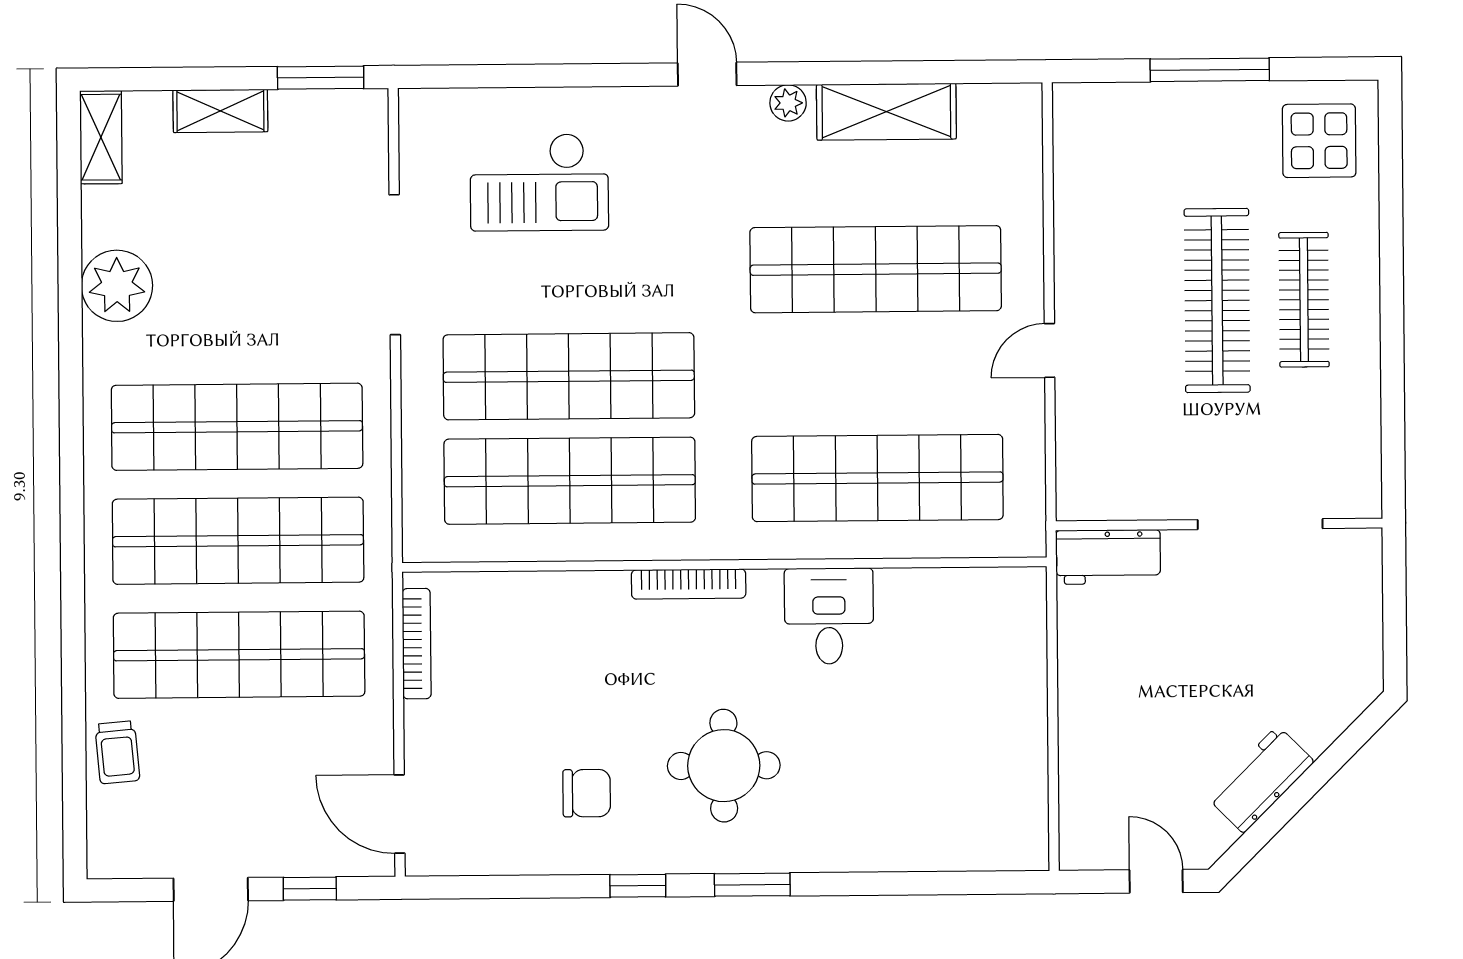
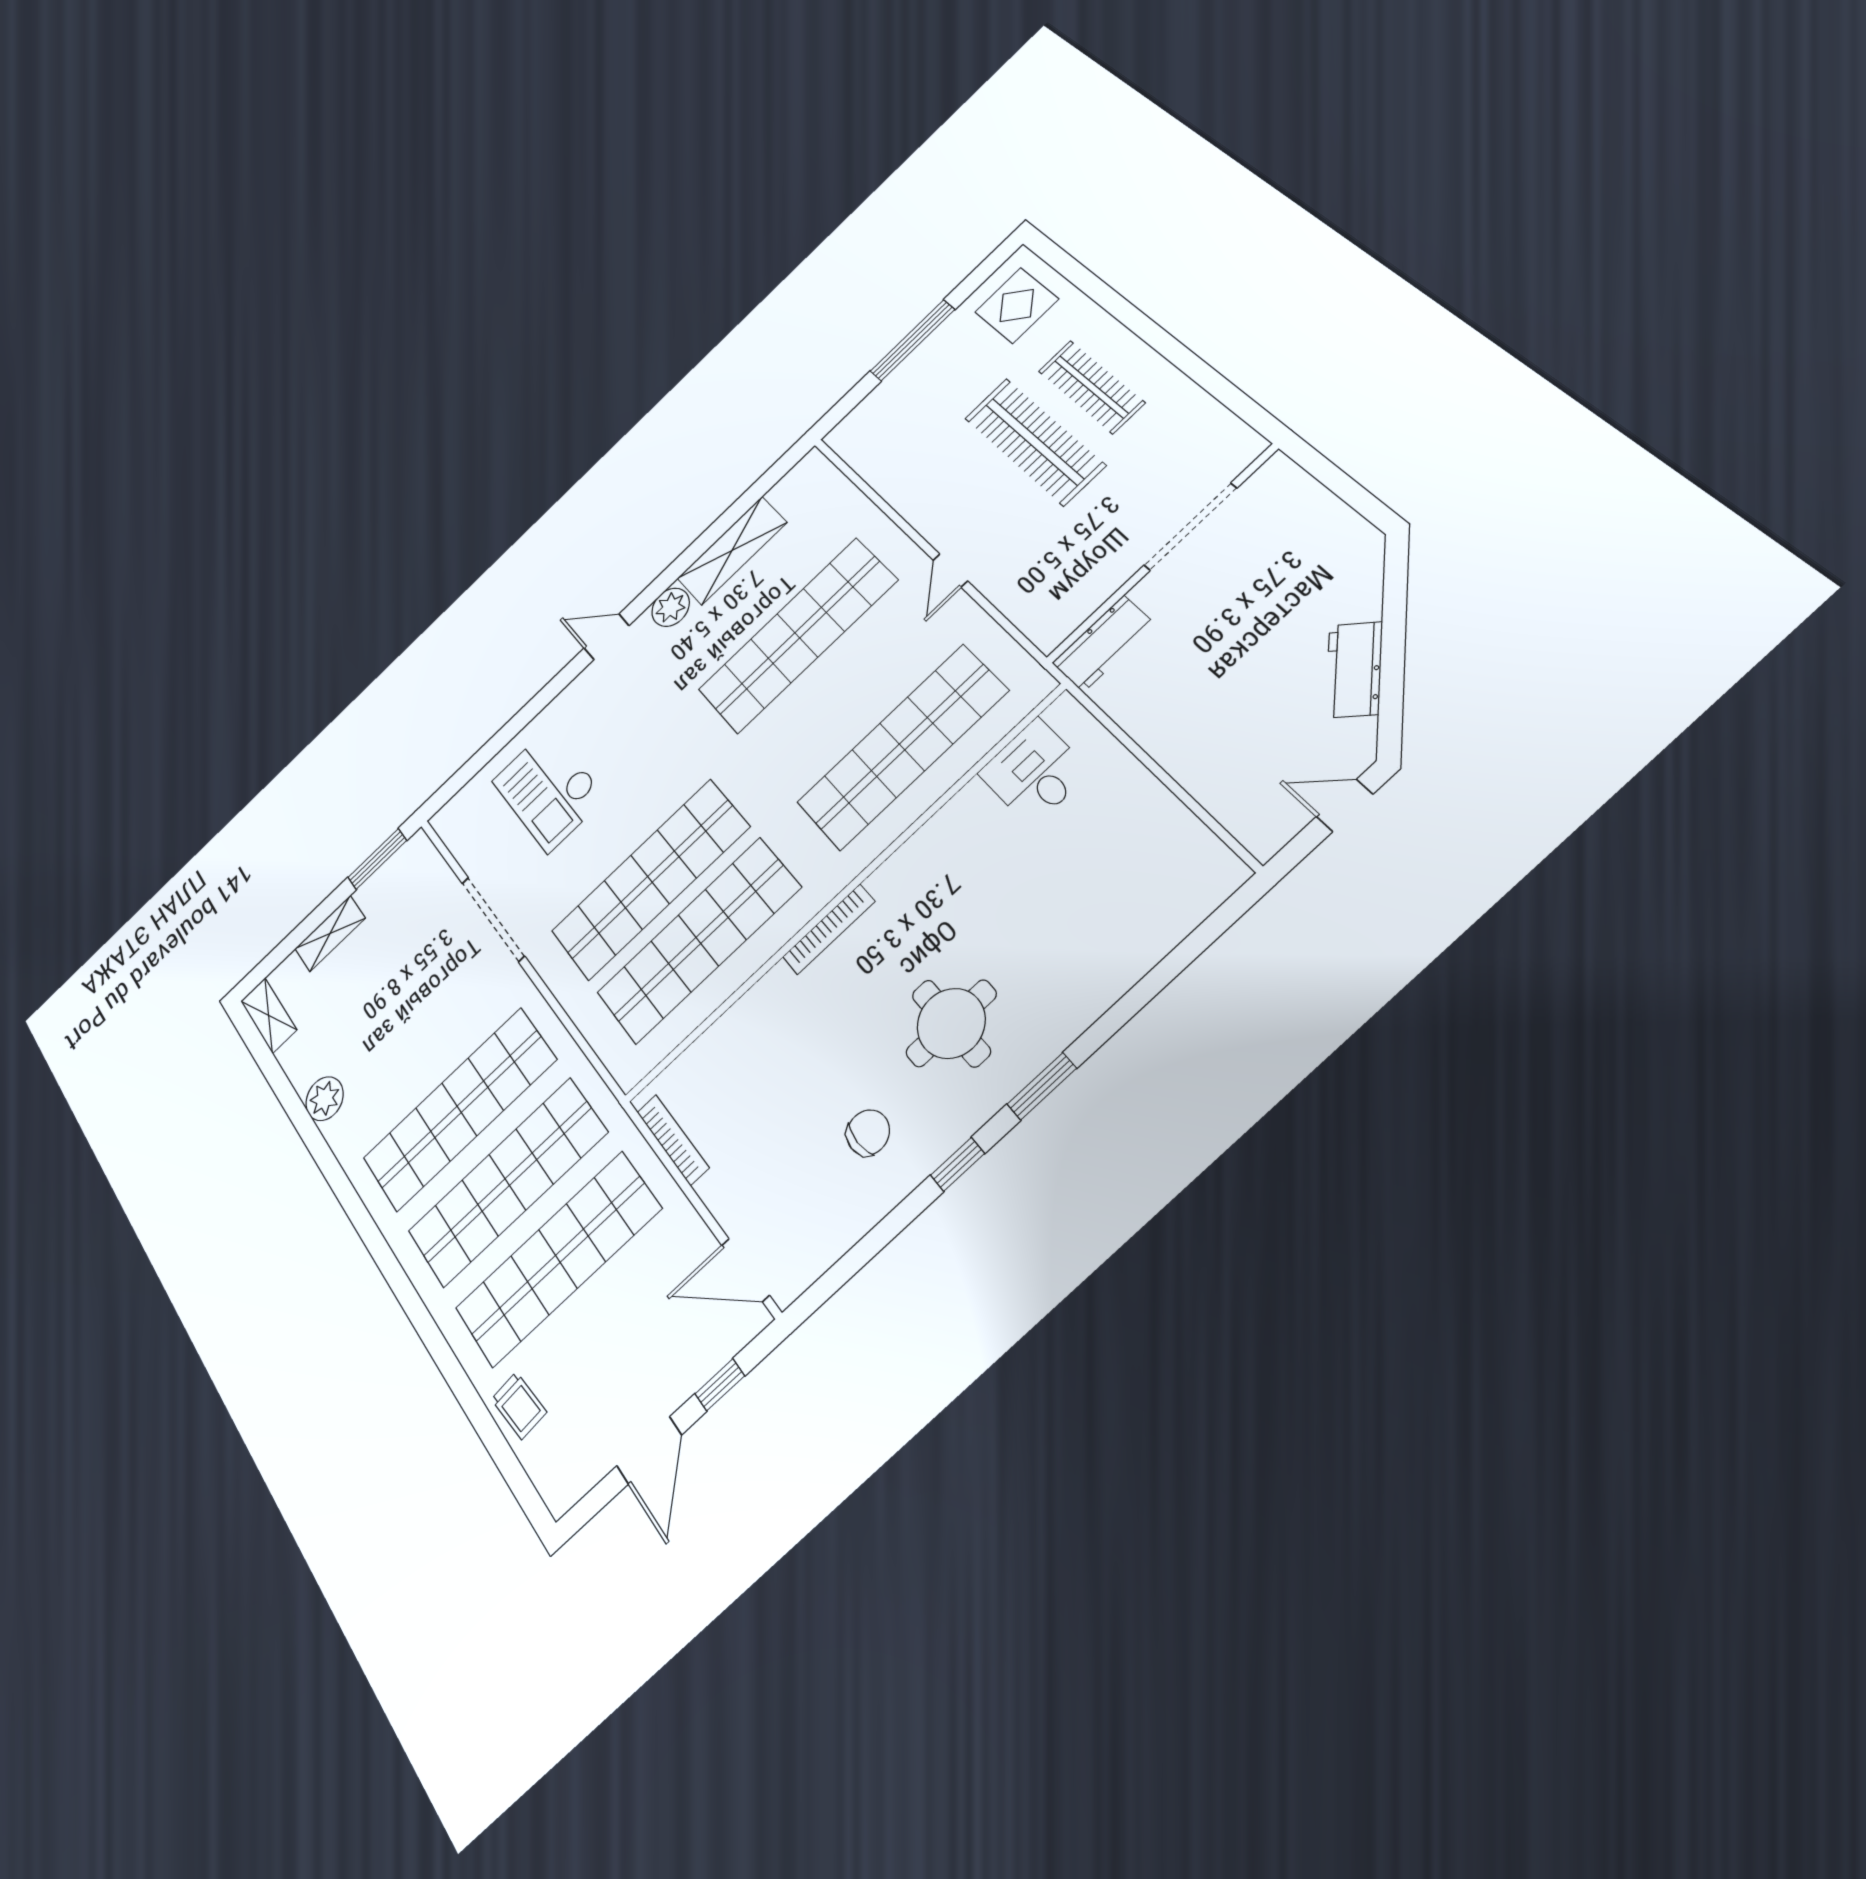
plant: (788, 103) -> (671, 607), width x1.38, depth x1.38
checkout: (539, 182) -> (549, 789), turned 90
plant: (117, 286) -> (325, 1099), width x0.73, depth x0.73
desk: (829, 616) -> (1034, 772), moved

